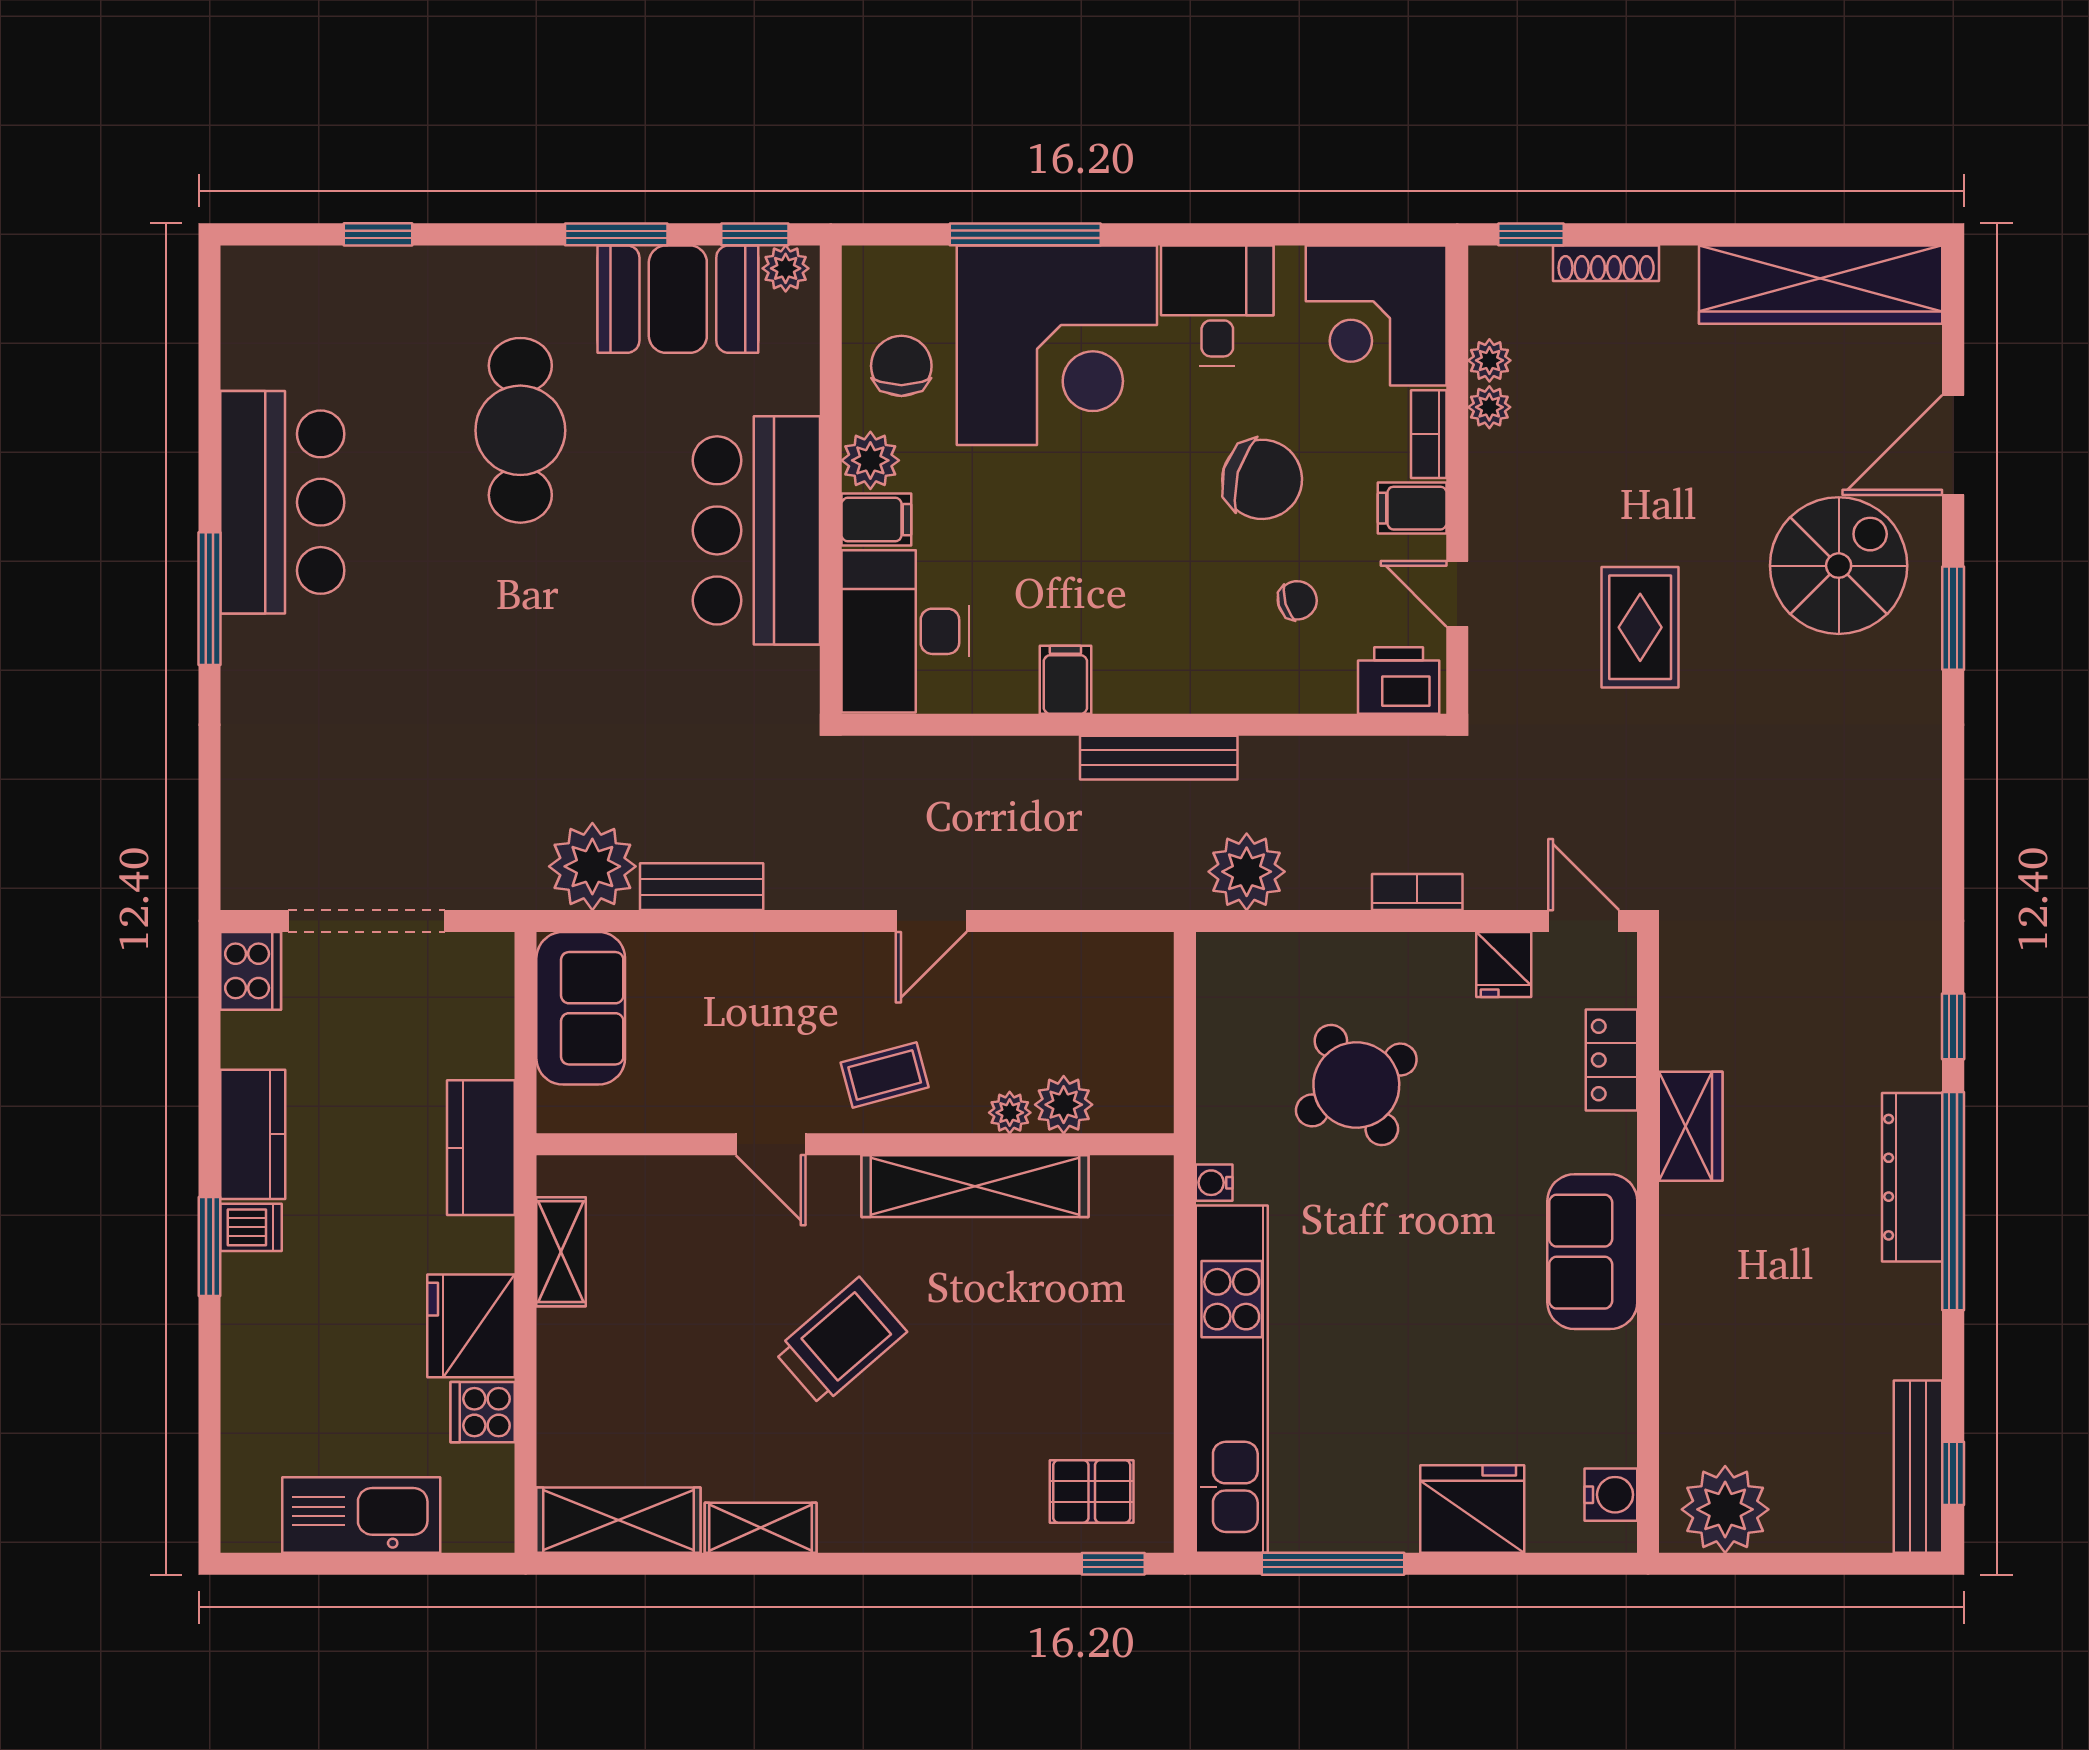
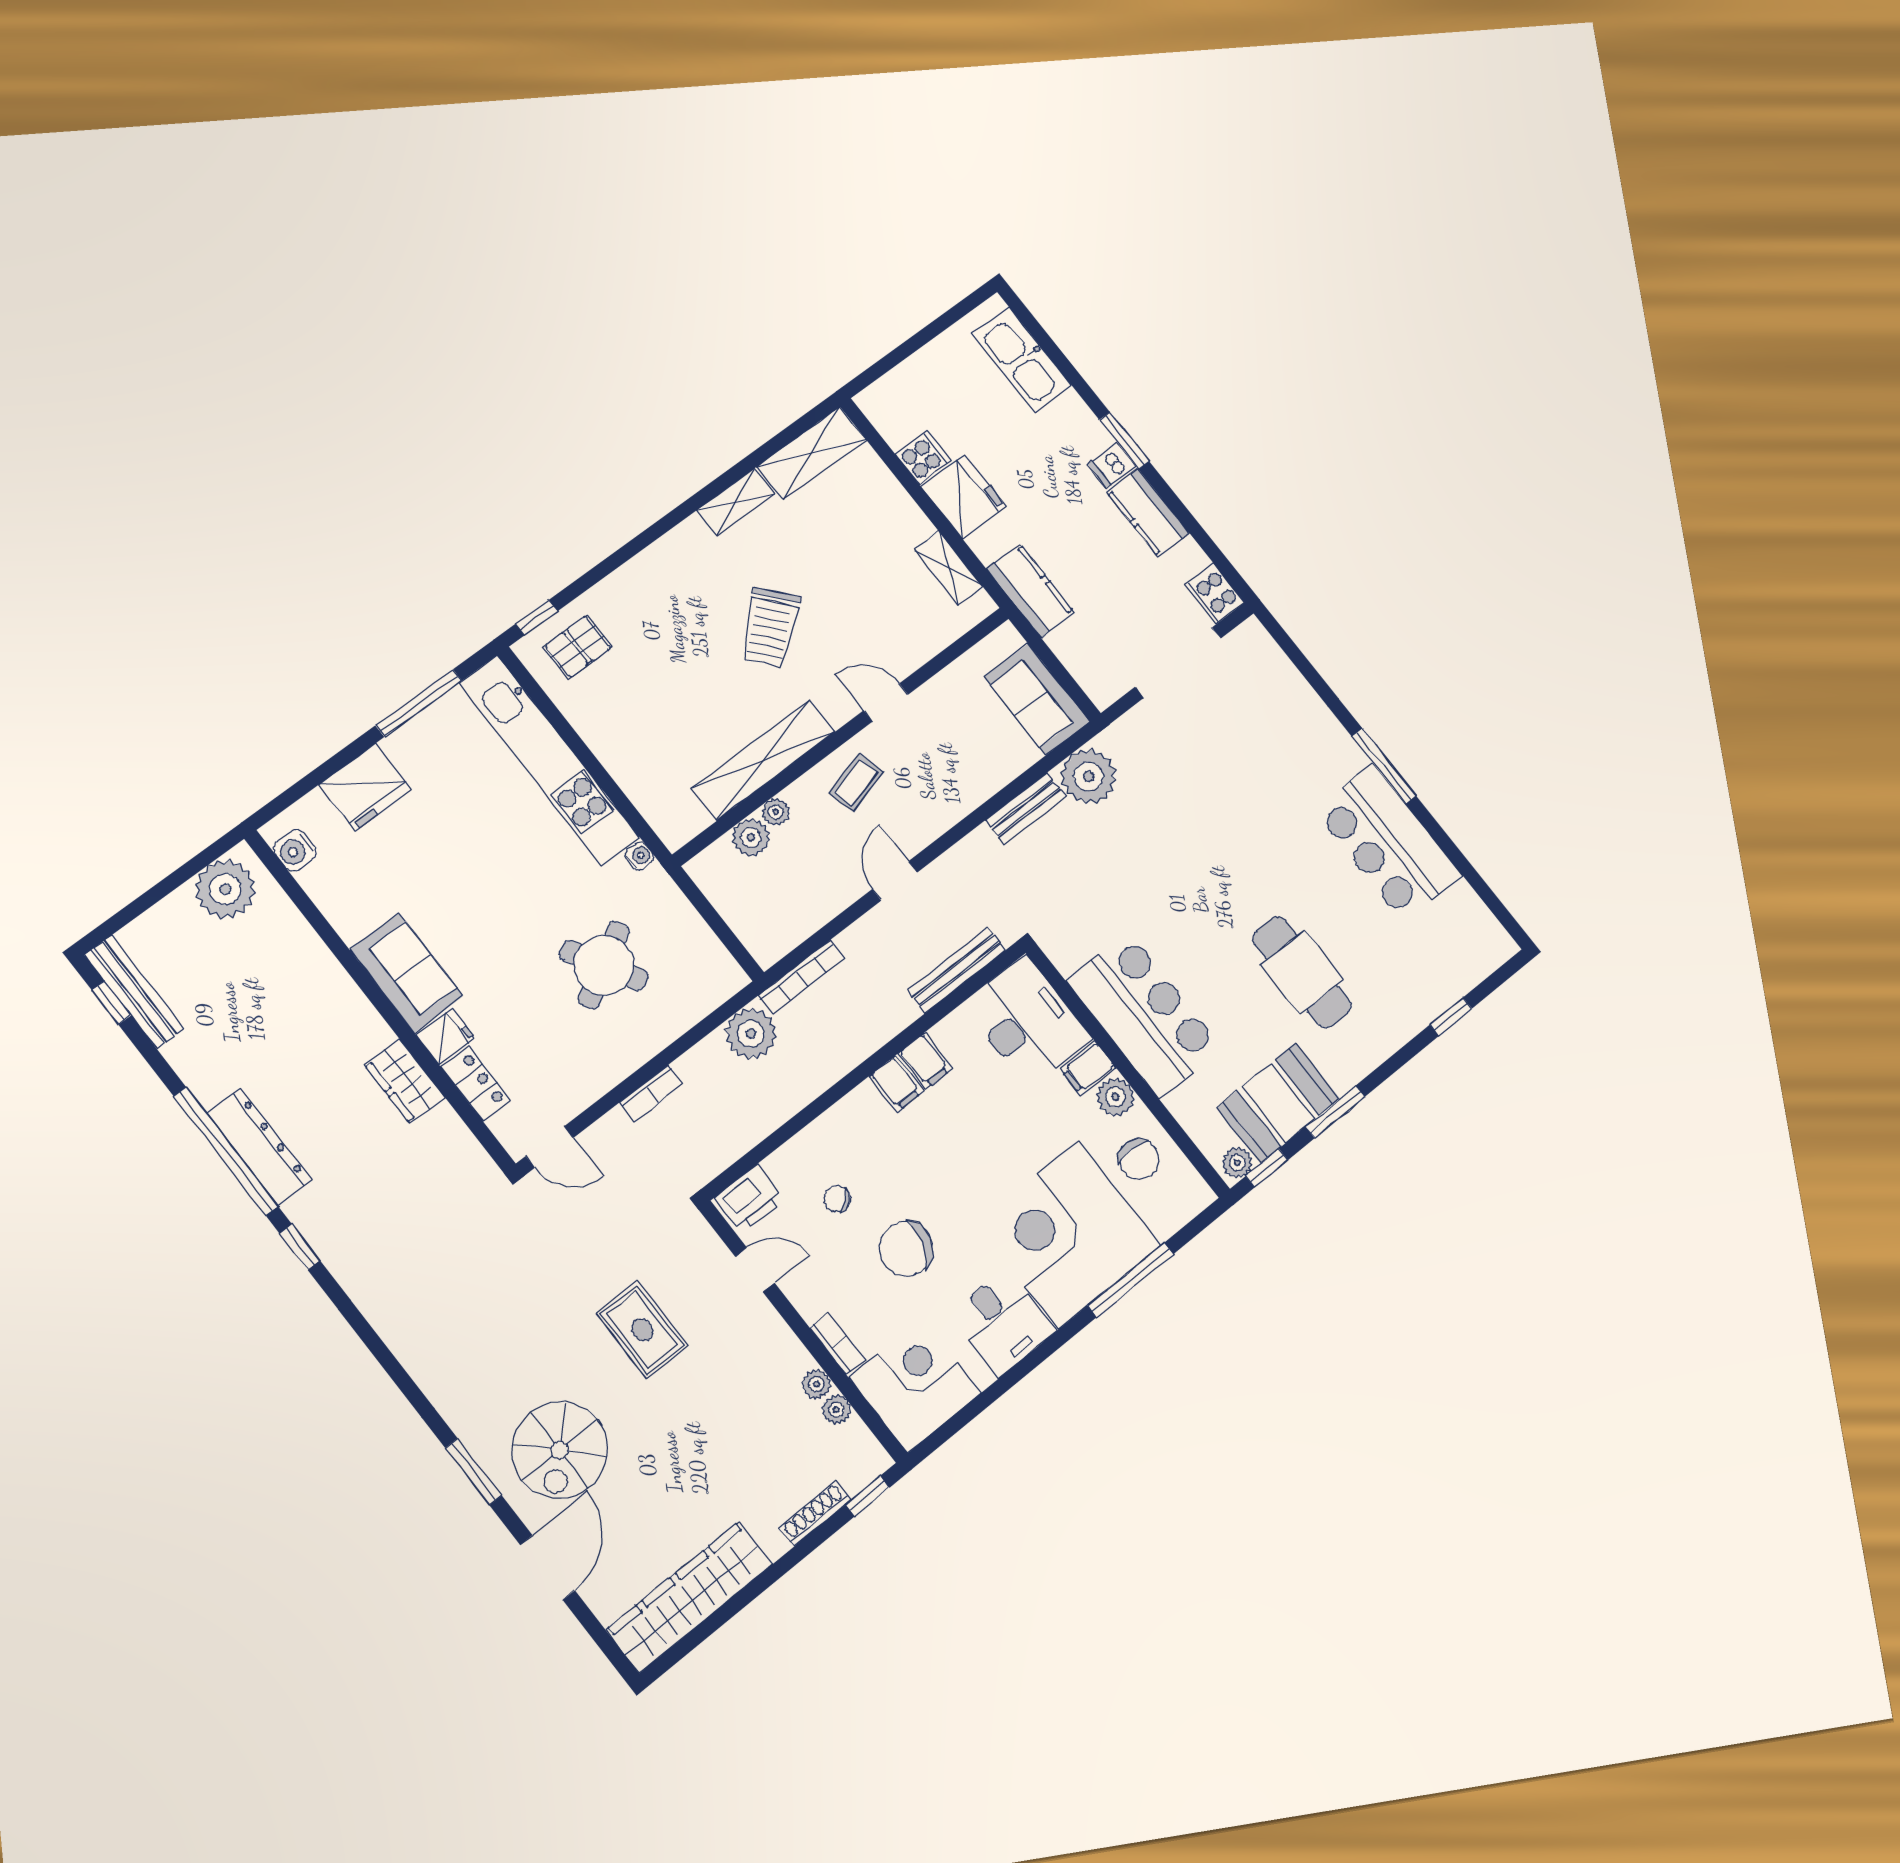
filing cabinet: (1412, 508) -> (896, 1084), moved, turned 90
chair: (1297, 600) -> (837, 1199), turned 67
bench: (1159, 758) -> (957, 970), moved
bookcase: (1135, 892) -> (801, 977), added
fridge: (1504, 964) -> (445, 1037), moved, turned 90
kitchen sink: (361, 1515) -> (1022, 360), moved, turned 90

